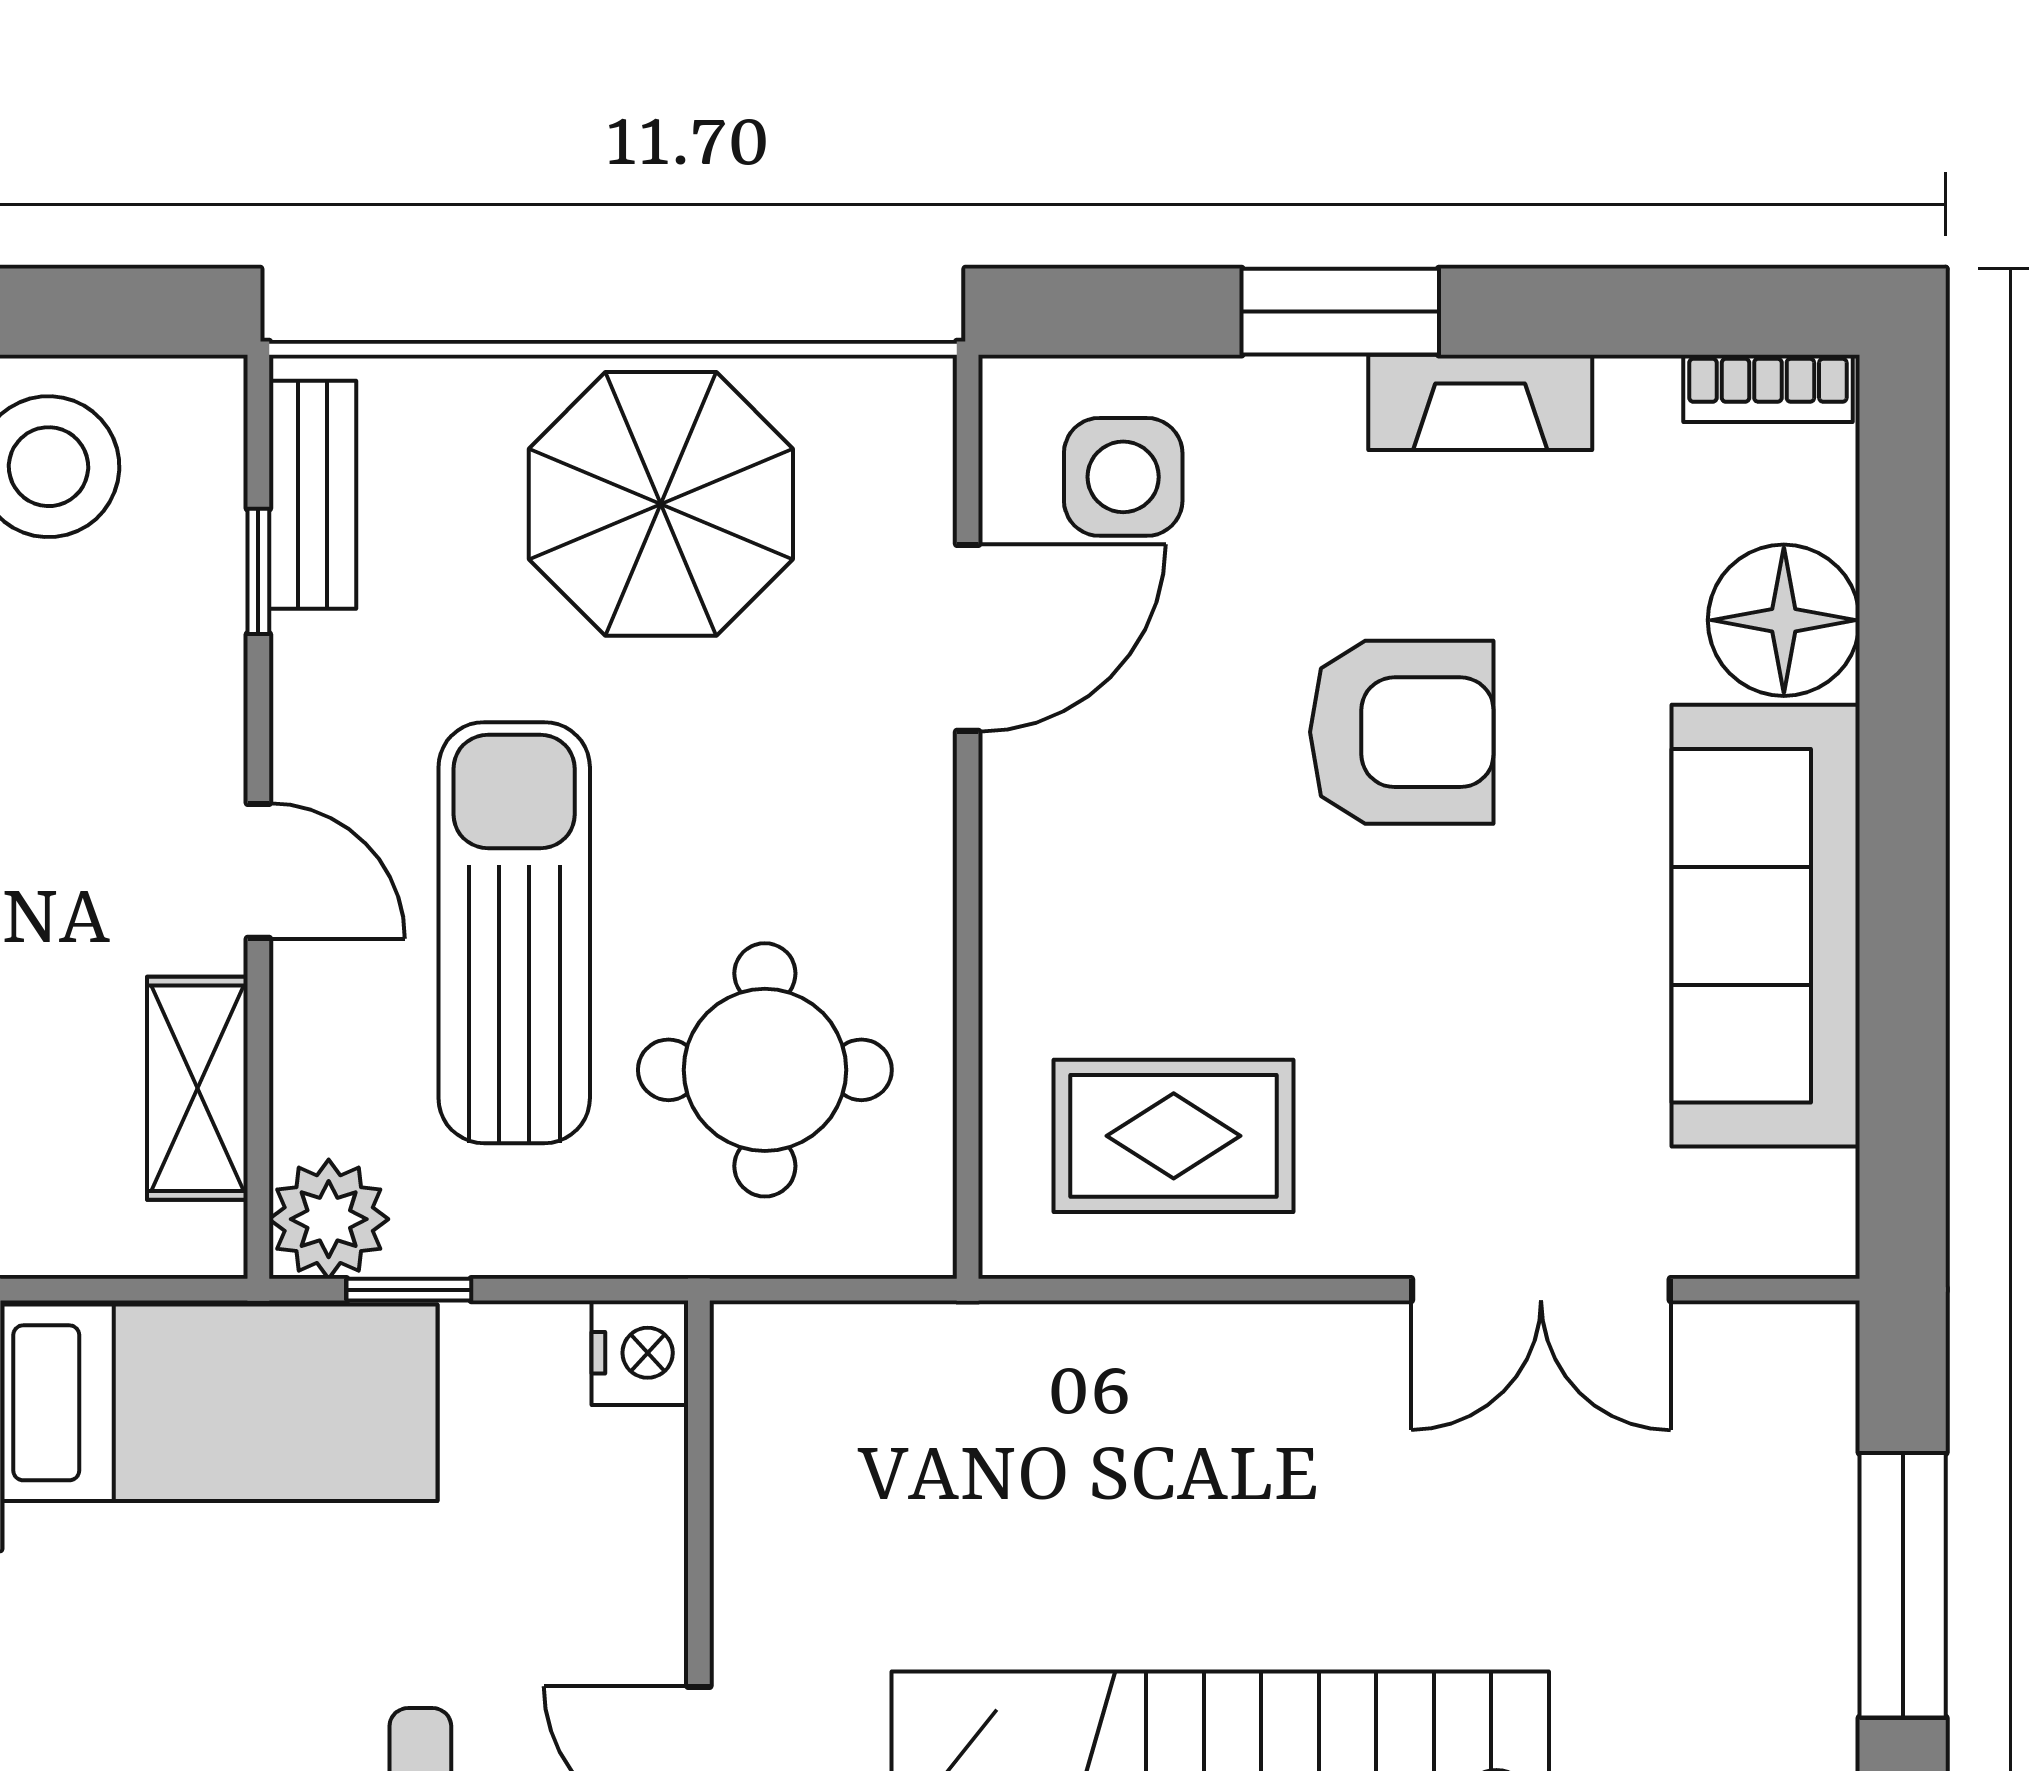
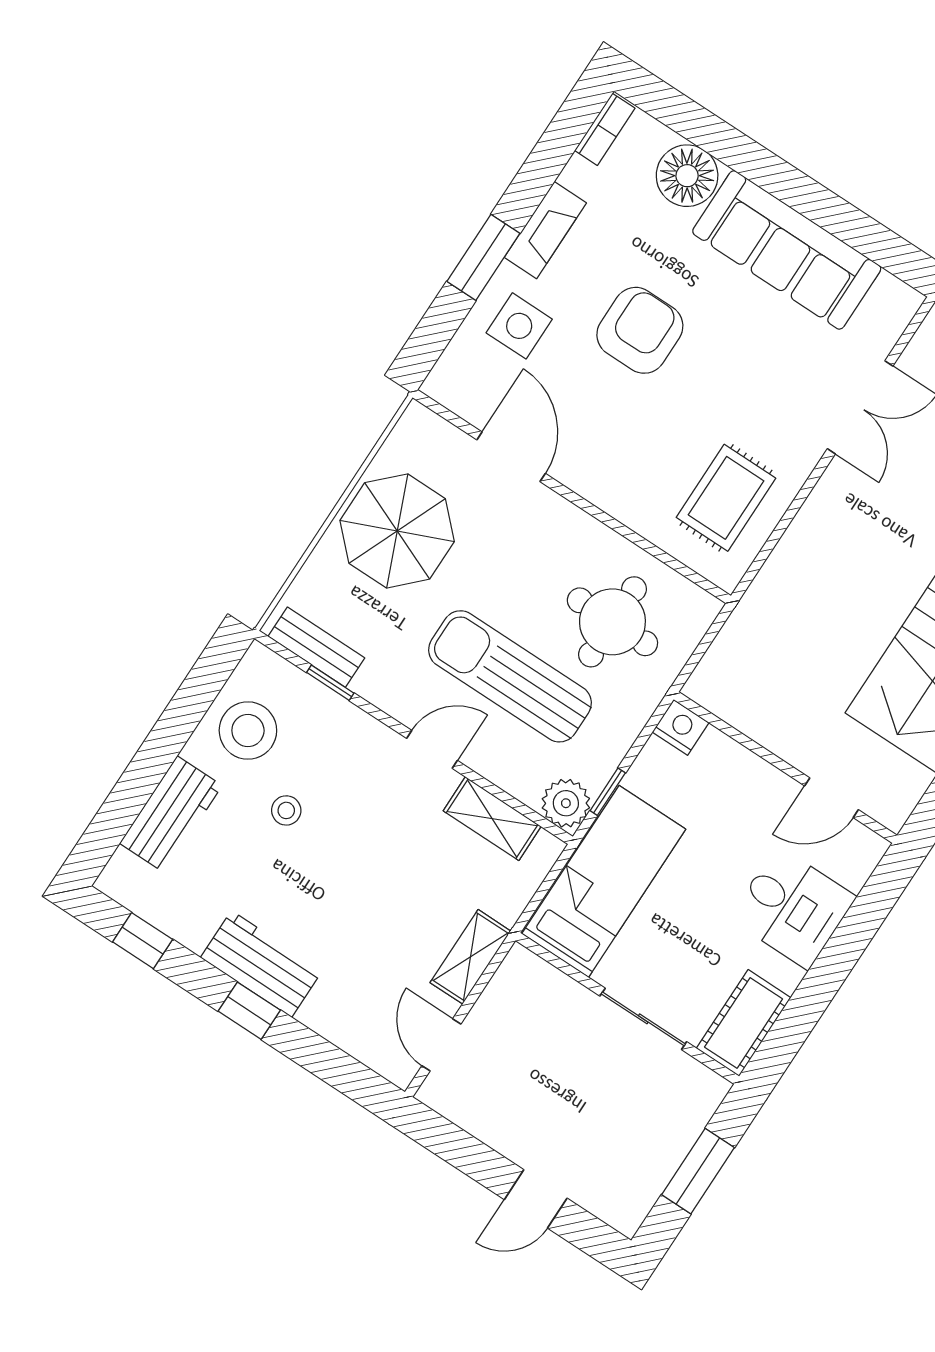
side table: (1123, 477) -> (519, 326), moved

